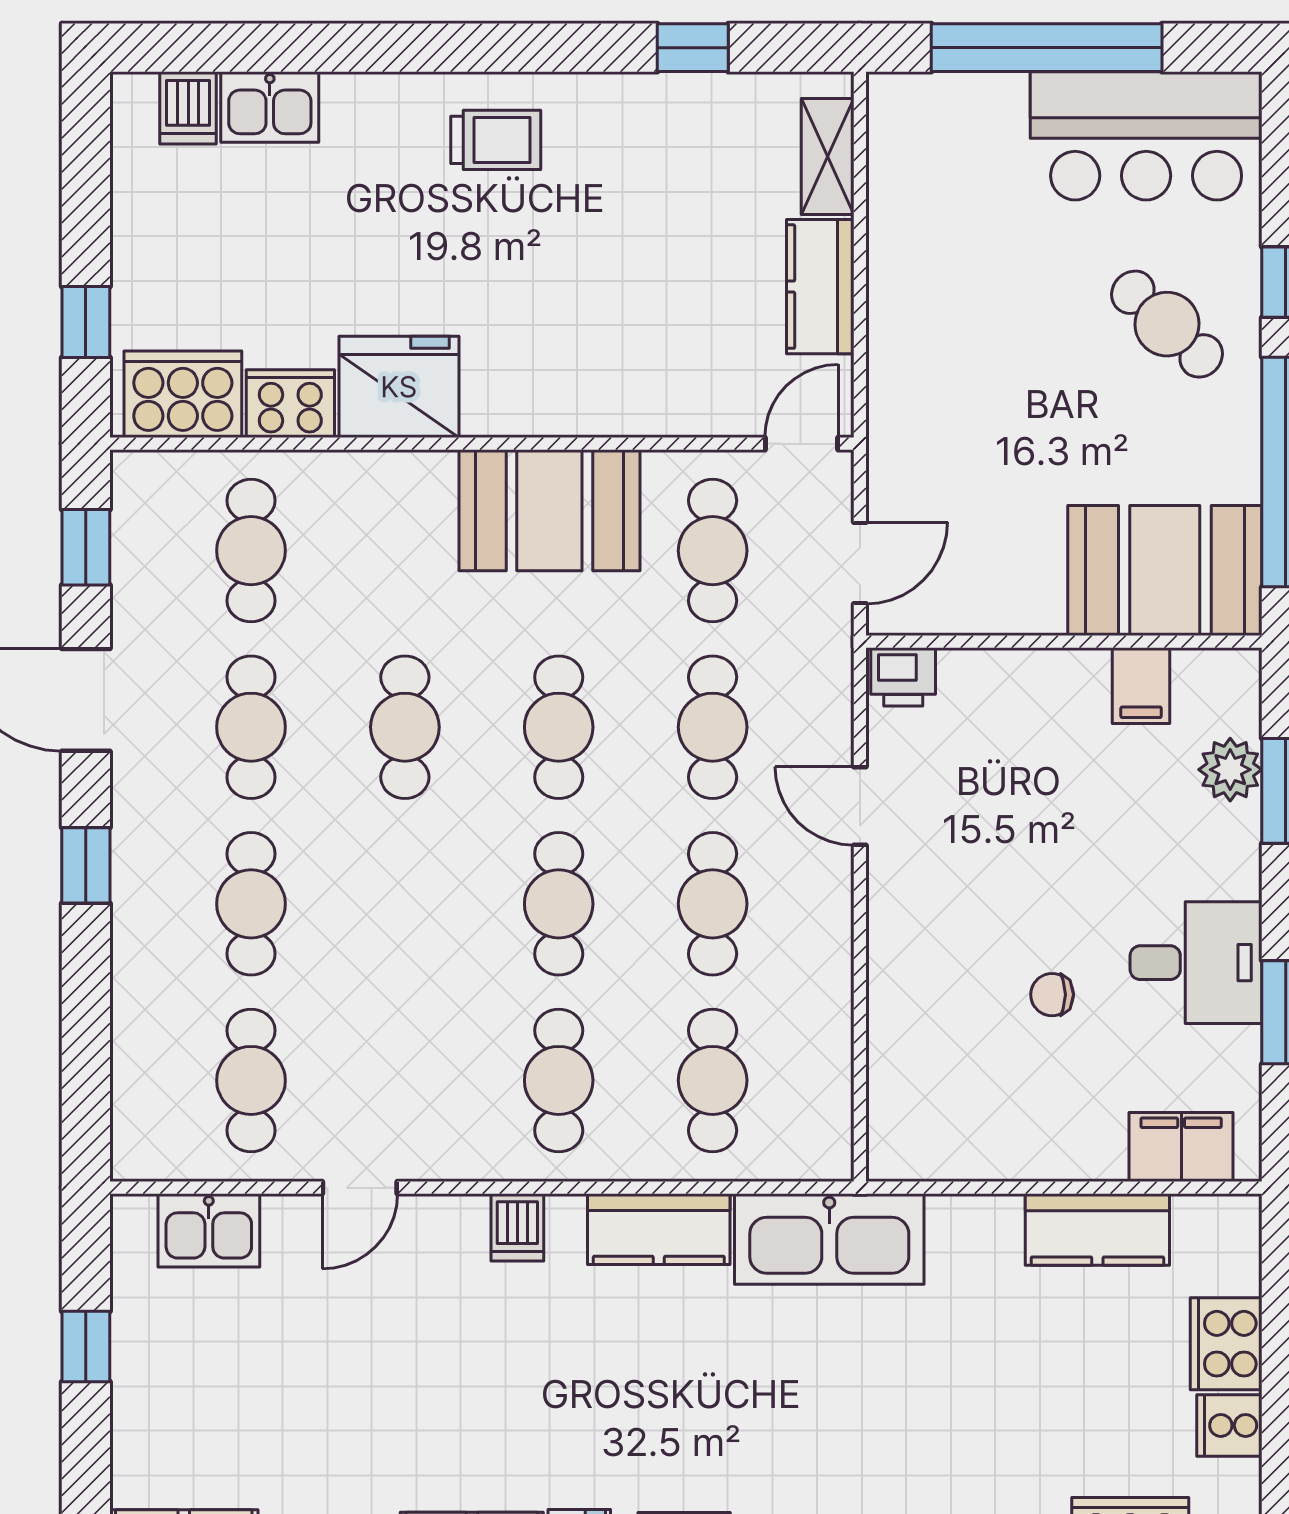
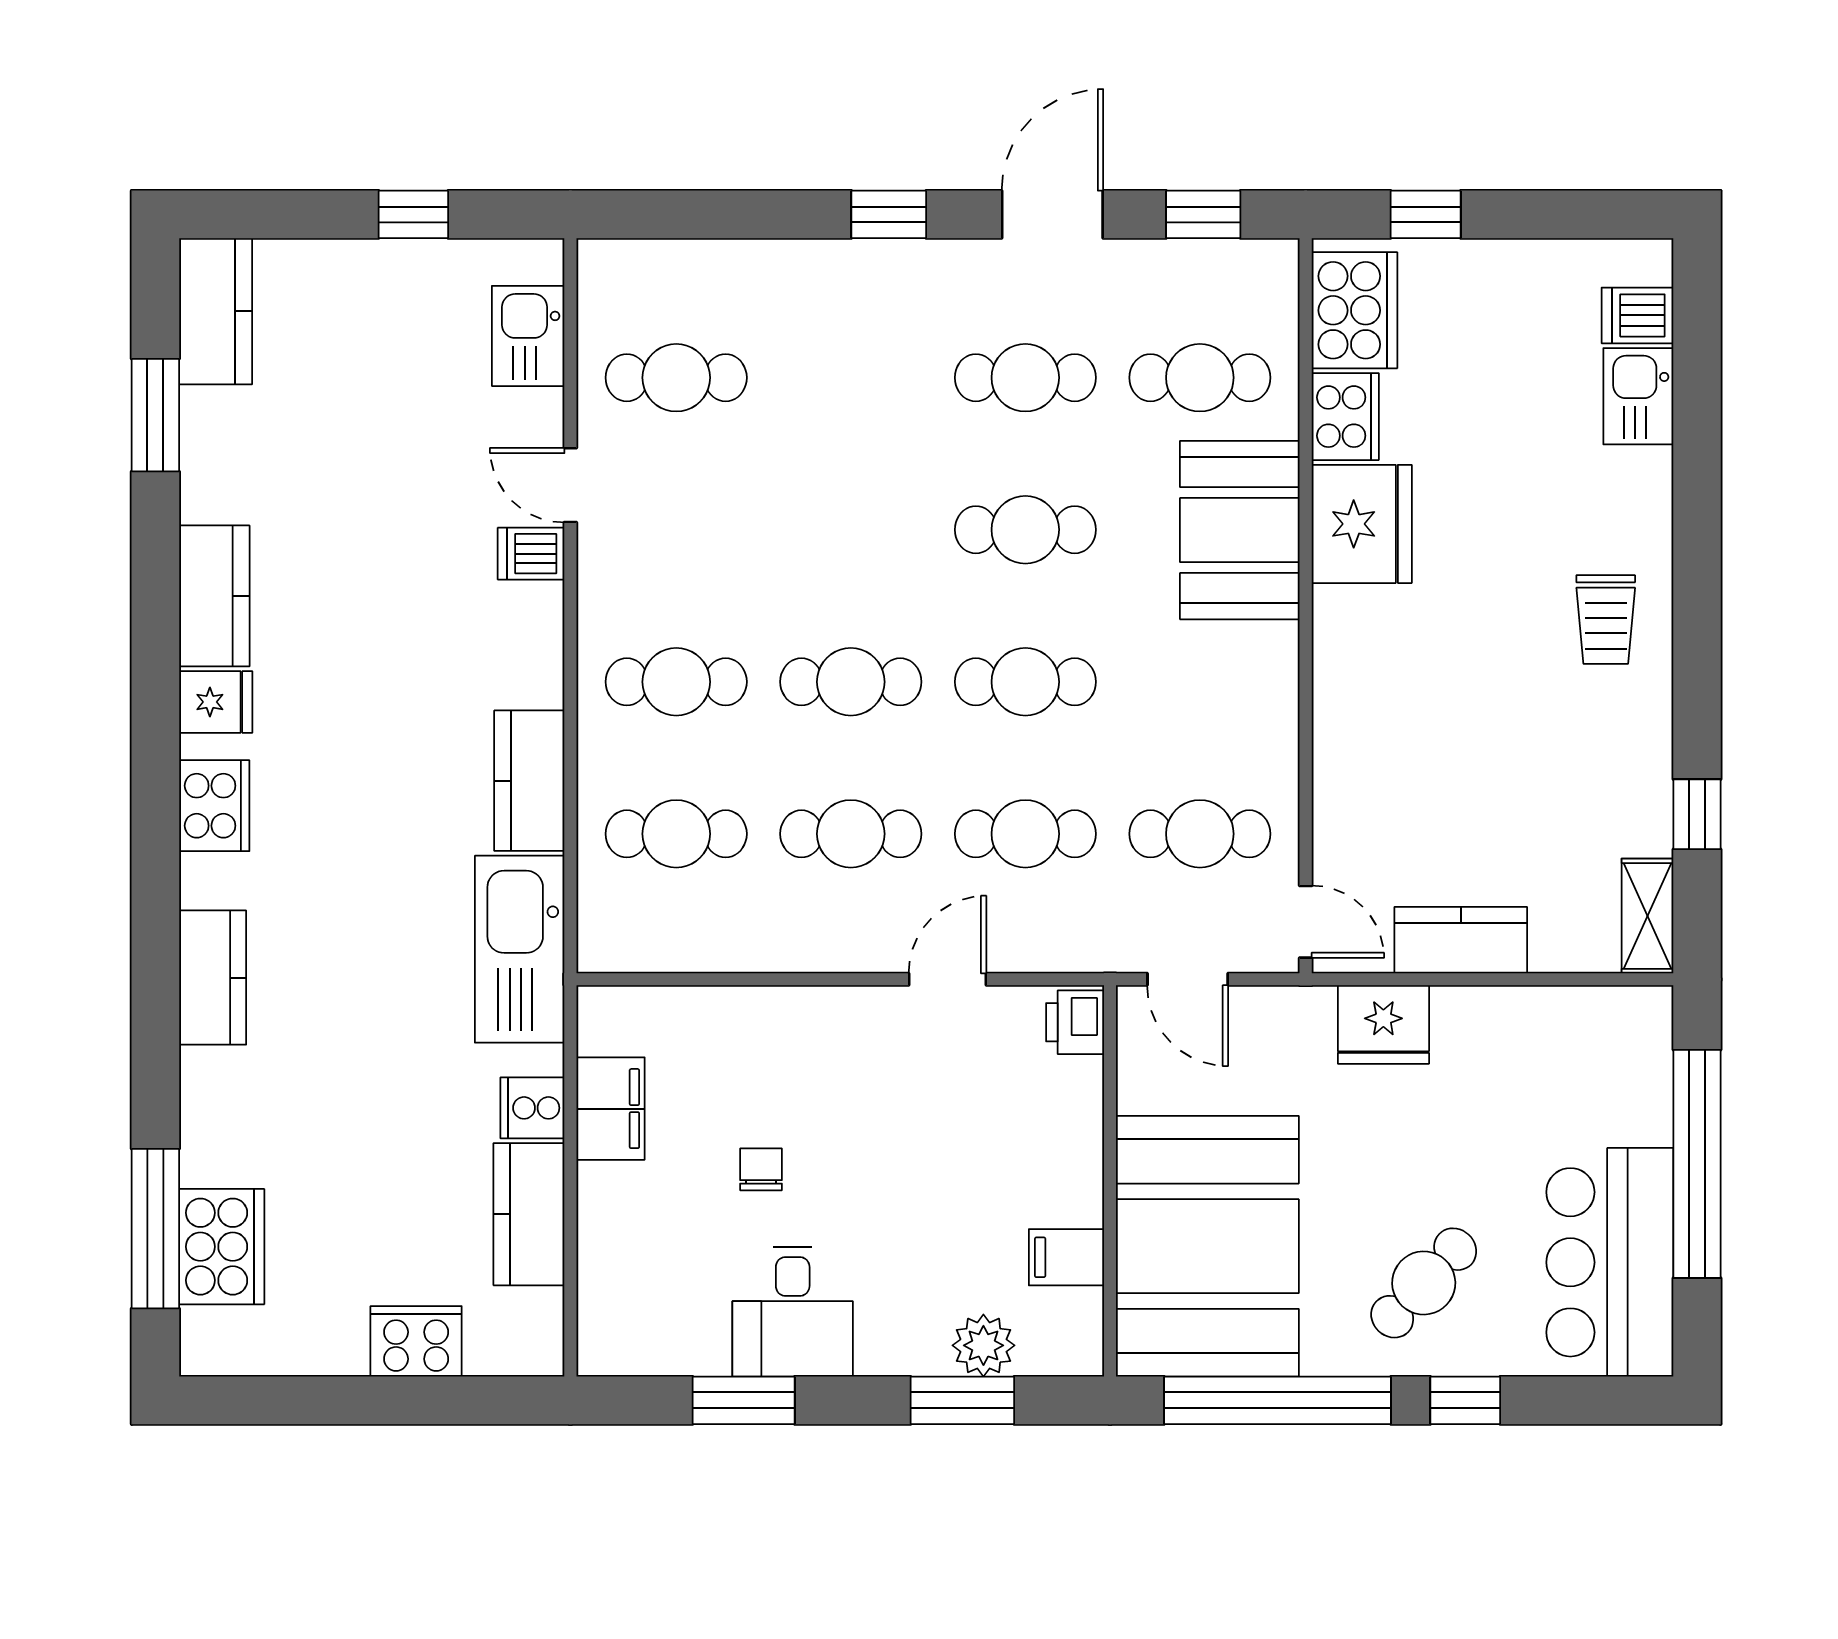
shelving: (828, 156) -> (1647, 916), moved, turned 90
fridge: (906, 365) -> (1383, 1025), added
booth: (549, 510) -> (1240, 530), moved
booth: (1165, 570) -> (1207, 1246), width x1.36, depth x1.42
cafe table: (251, 904) -> (851, 378), removed
filing cabinet: (1181, 1147) -> (611, 1109), moved
dishwasher: (517, 1227) -> (531, 554), moved
cooker: (1229, 1425) -> (532, 1108), moved, turned -90

